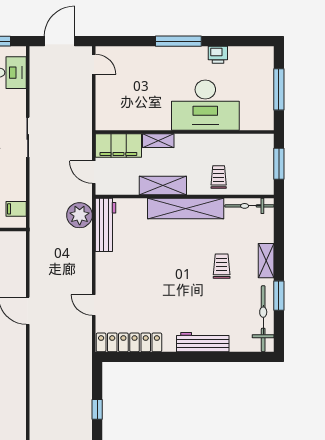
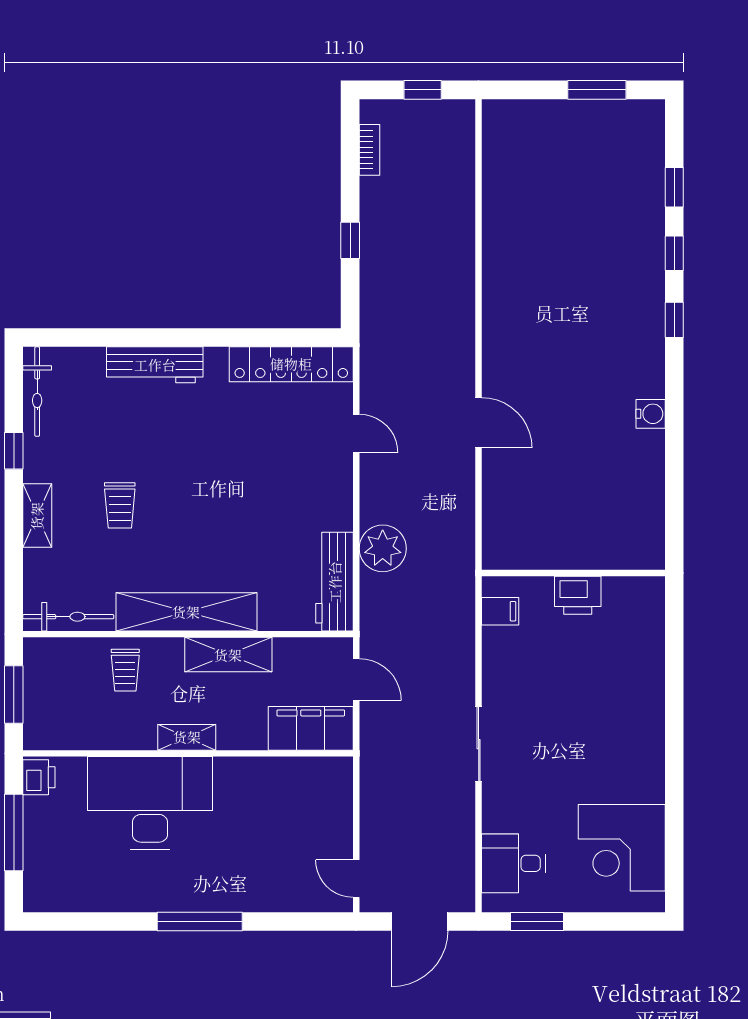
printer: (218, 55) -> (39, 777), moved, turned 90
shelving: (158, 141) -> (187, 737), moved
plant: (80, 215) -> (383, 548), moved
window: (279, 296) -> (14, 451), width x0.67
bicycle: (263, 319) -> (37, 392), width x0.73, depth x0.71

